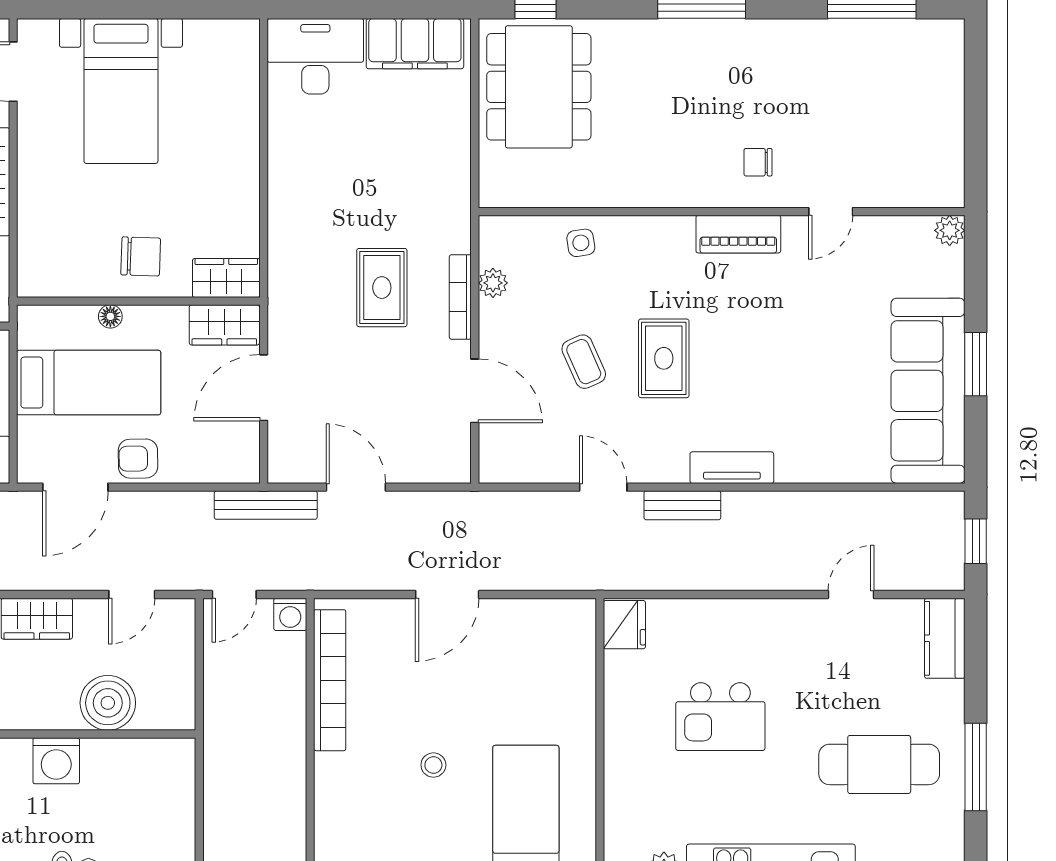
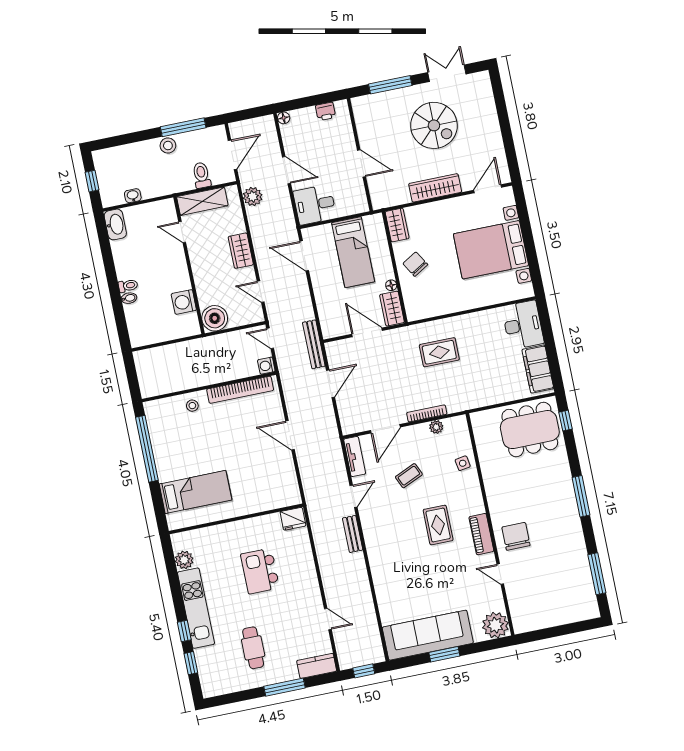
bed with nightstands: (121, 91) -> (491, 250), width x1.36
chair: (758, 162) -> (516, 536), width x1.87, depth x1.87
plant: (950, 230) -> (495, 625), width x1.88, depth x1.88
chair: (141, 256) -> (415, 264), turned 147
wardrobe: (226, 278) -> (397, 225), moved
rug: (382, 288) -> (439, 352), moved
floor lamp: (110, 316) -> (391, 285), moved
rug: (664, 358) -> (438, 525), moved, turned 90
armchair: (138, 459) -> (323, 282), removed
tv unit: (732, 468) -> (355, 457), moved
boiler: (108, 703) -> (215, 318), moved
washing machine: (56, 761) -> (184, 302), moved
cafe table: (879, 764) -> (253, 648), width x0.73, depth x0.74
stool: (433, 765) -> (192, 406), moved
window: (976, 767) -> (284, 687), moved

